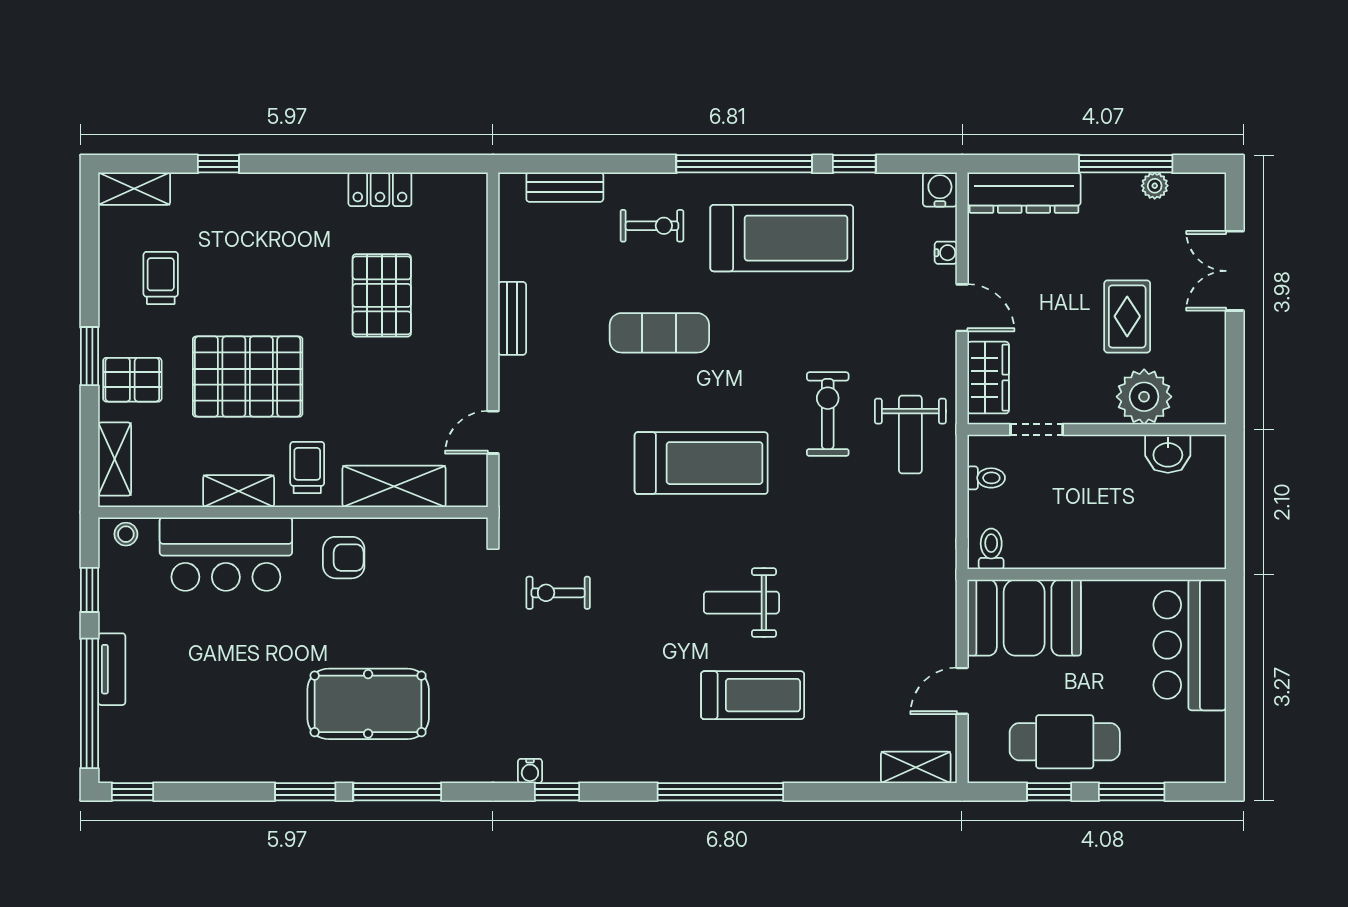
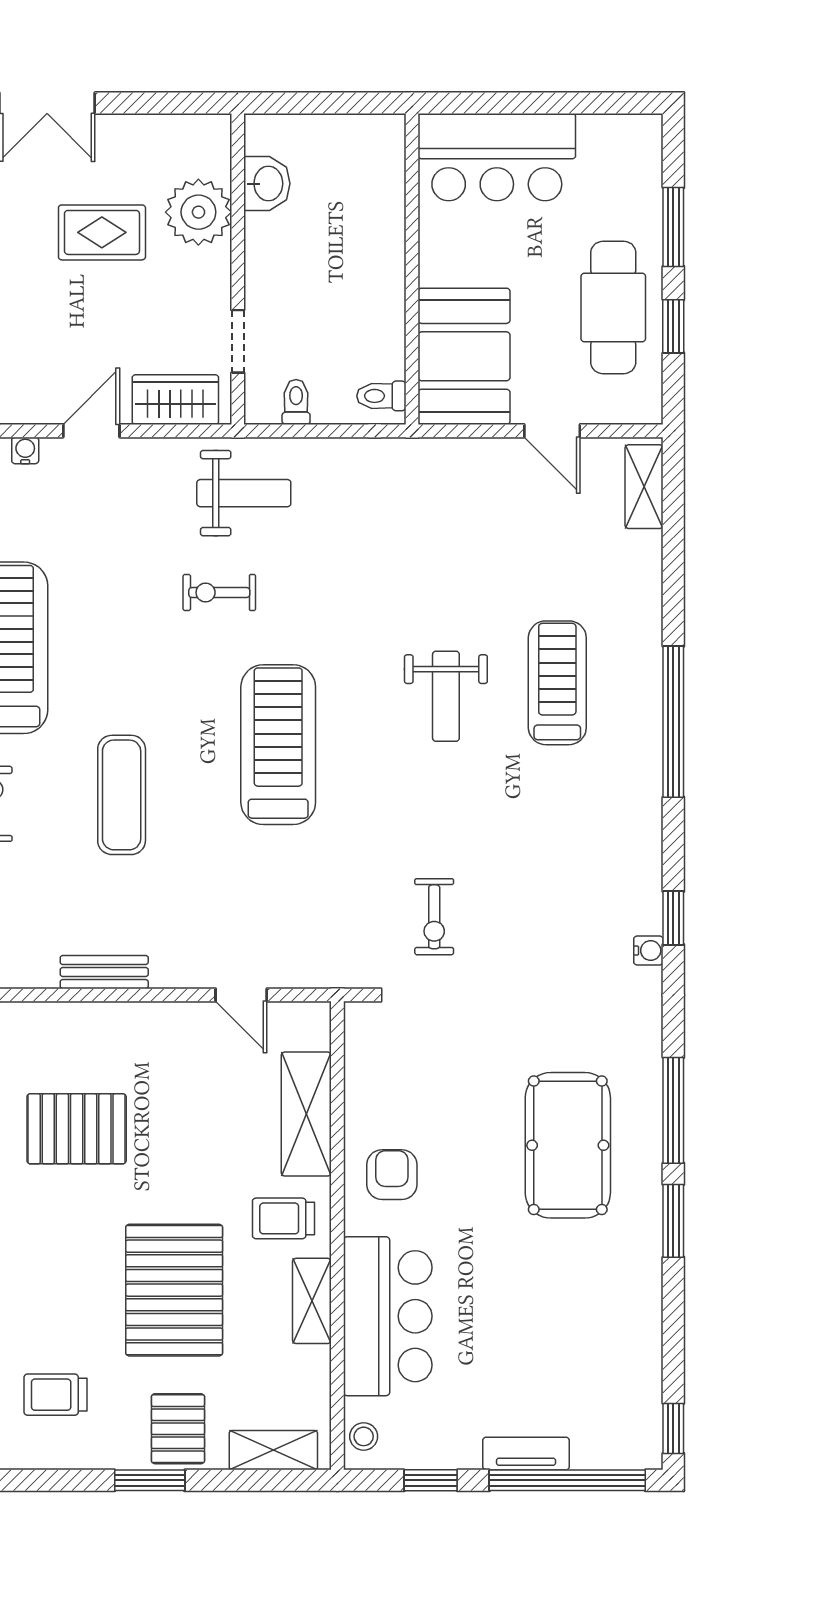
exercise bike: (828, 414) -> (219, 592), width x0.73, depth x0.72

